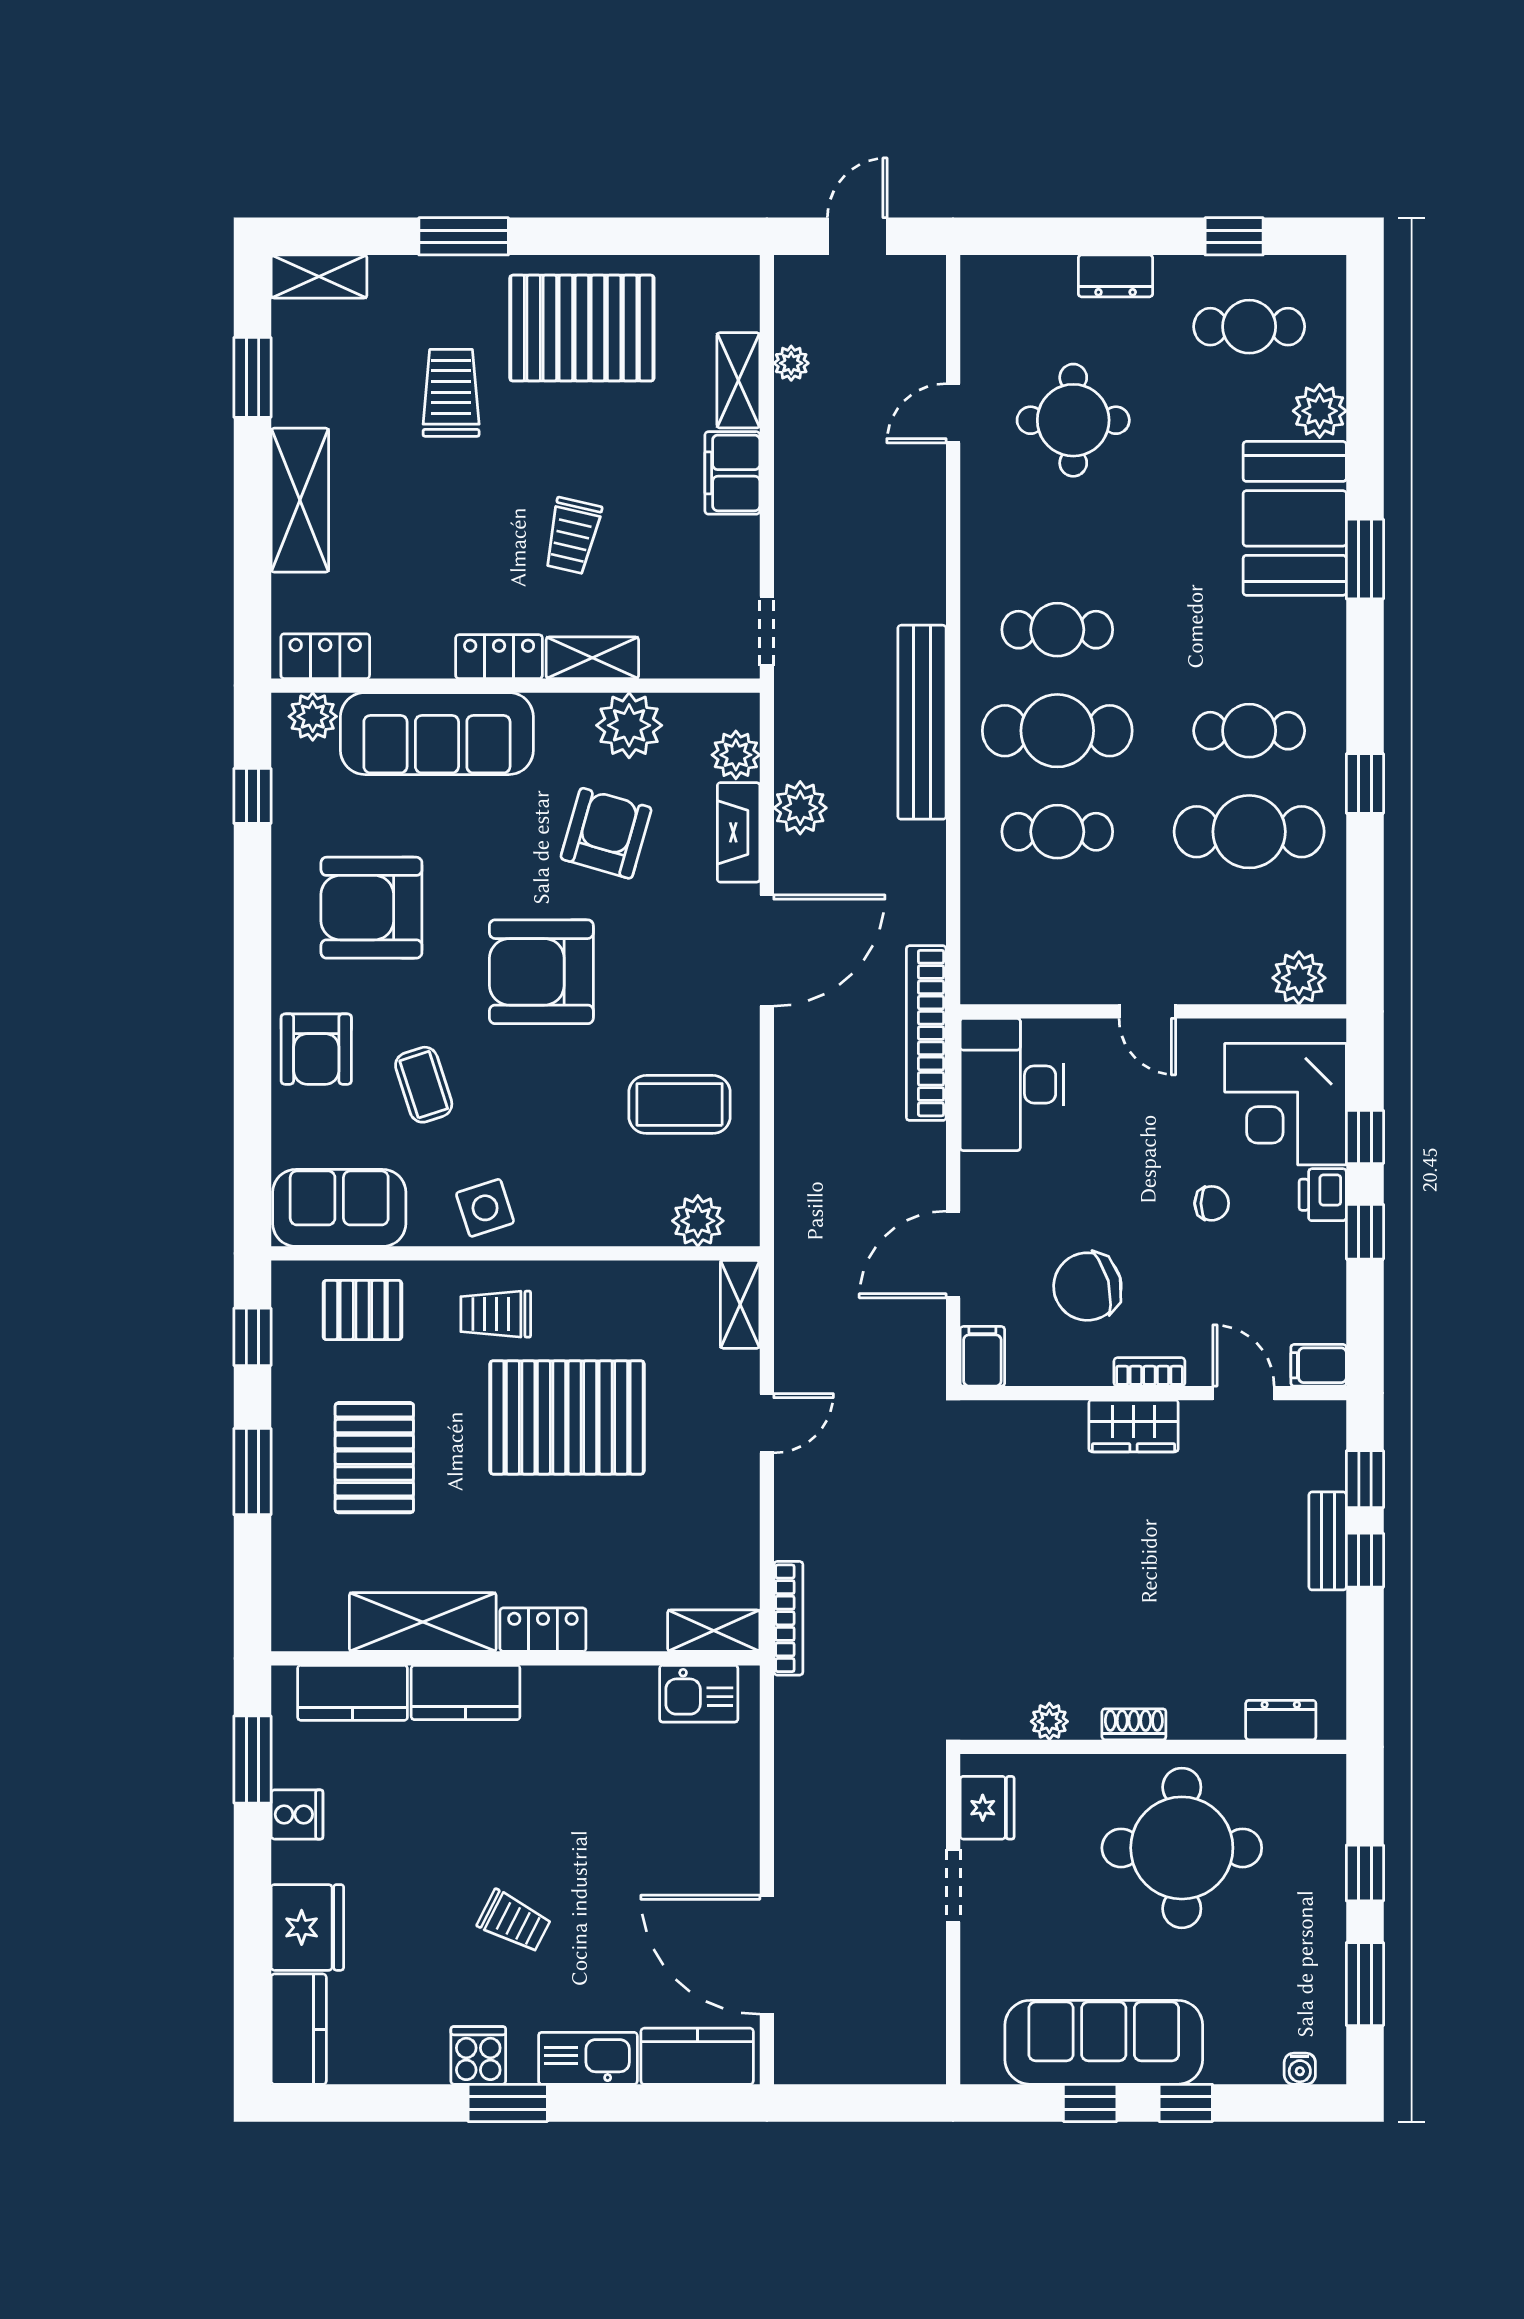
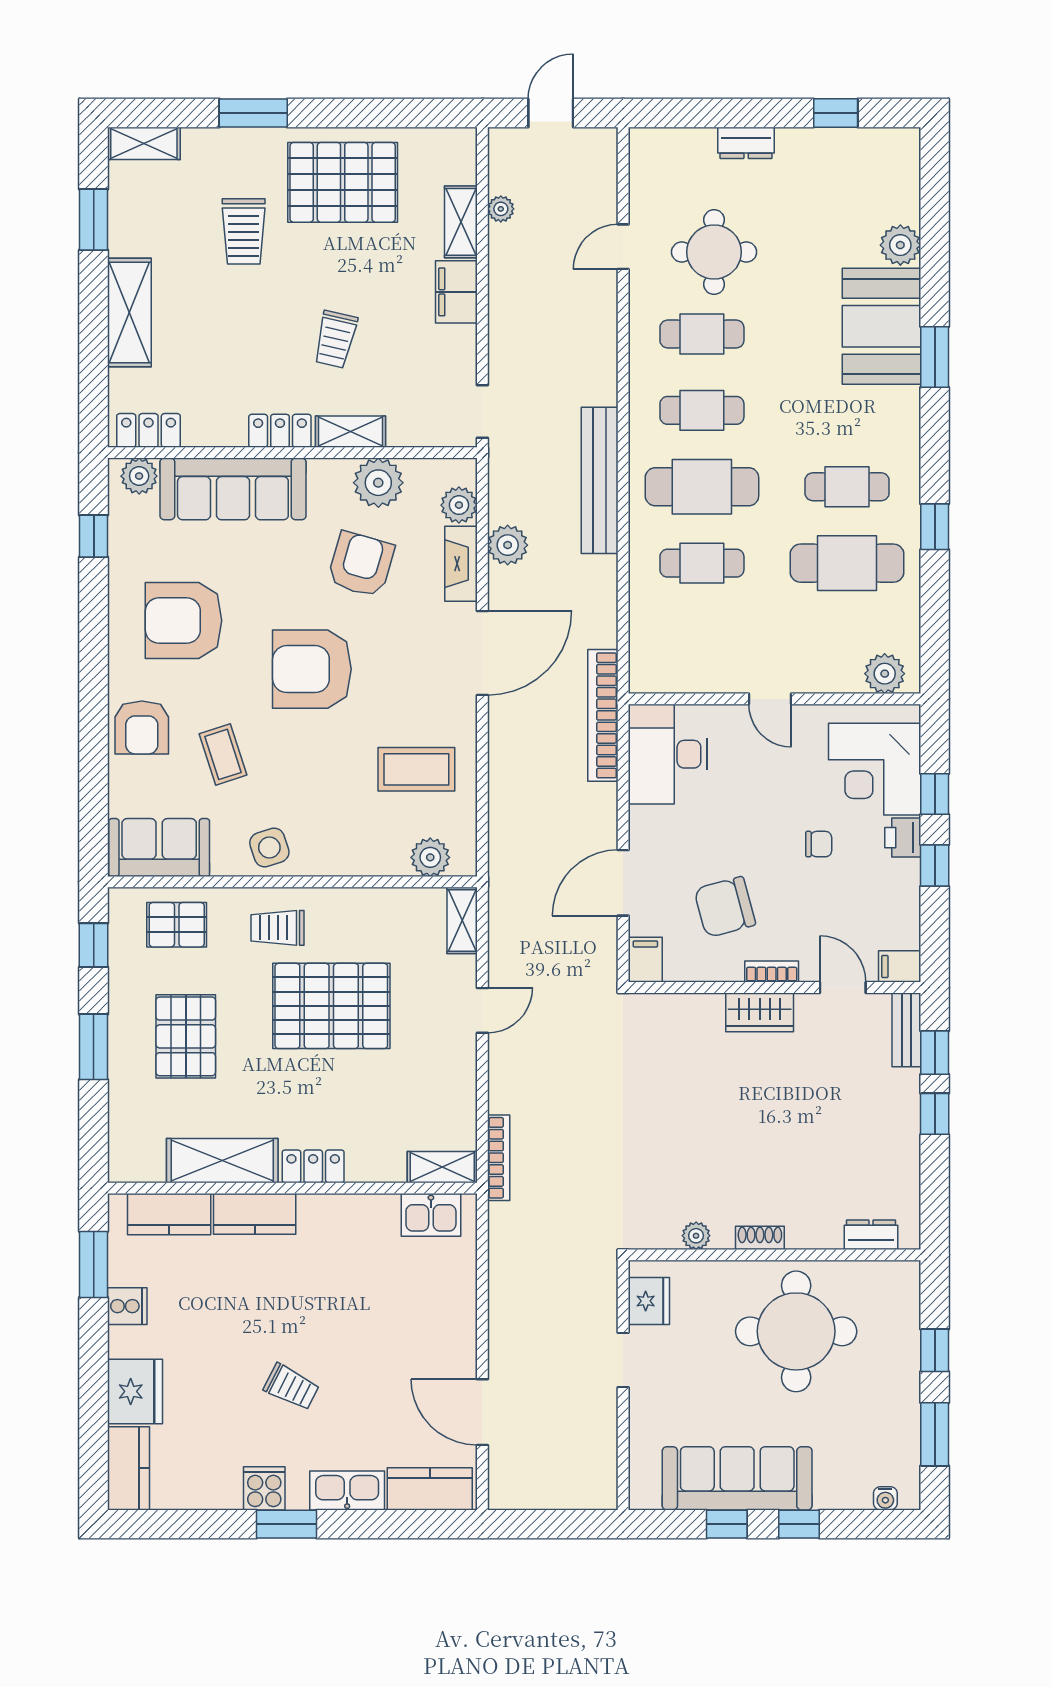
cafe table: (1249, 327) -> (702, 334), moved
trolley: (451, 393) -> (244, 231), turned 180
bench: (1328, 1541) -> (906, 1030), moved
door: (767, 1955) -> (482, 1412), width x0.73

